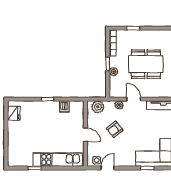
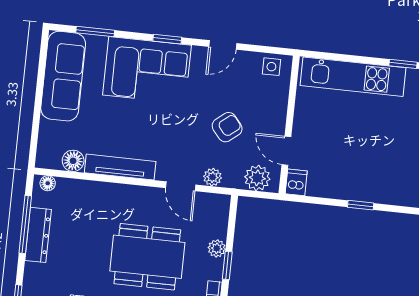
dishwasher: (64, 107) -> (296, 182), moved
door: (85, 135) -> (286, 151), moved
door: (108, 168) -> (223, 45), moved

